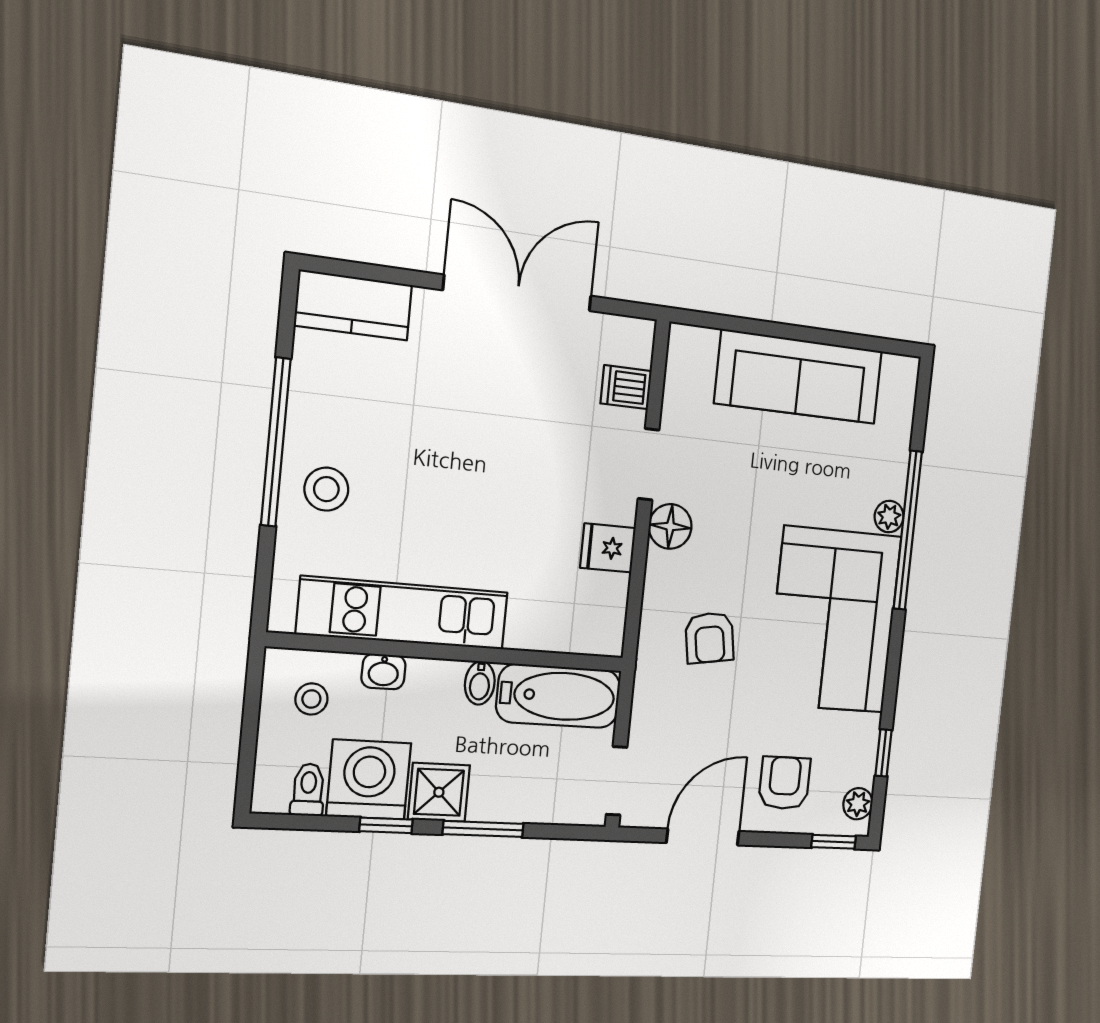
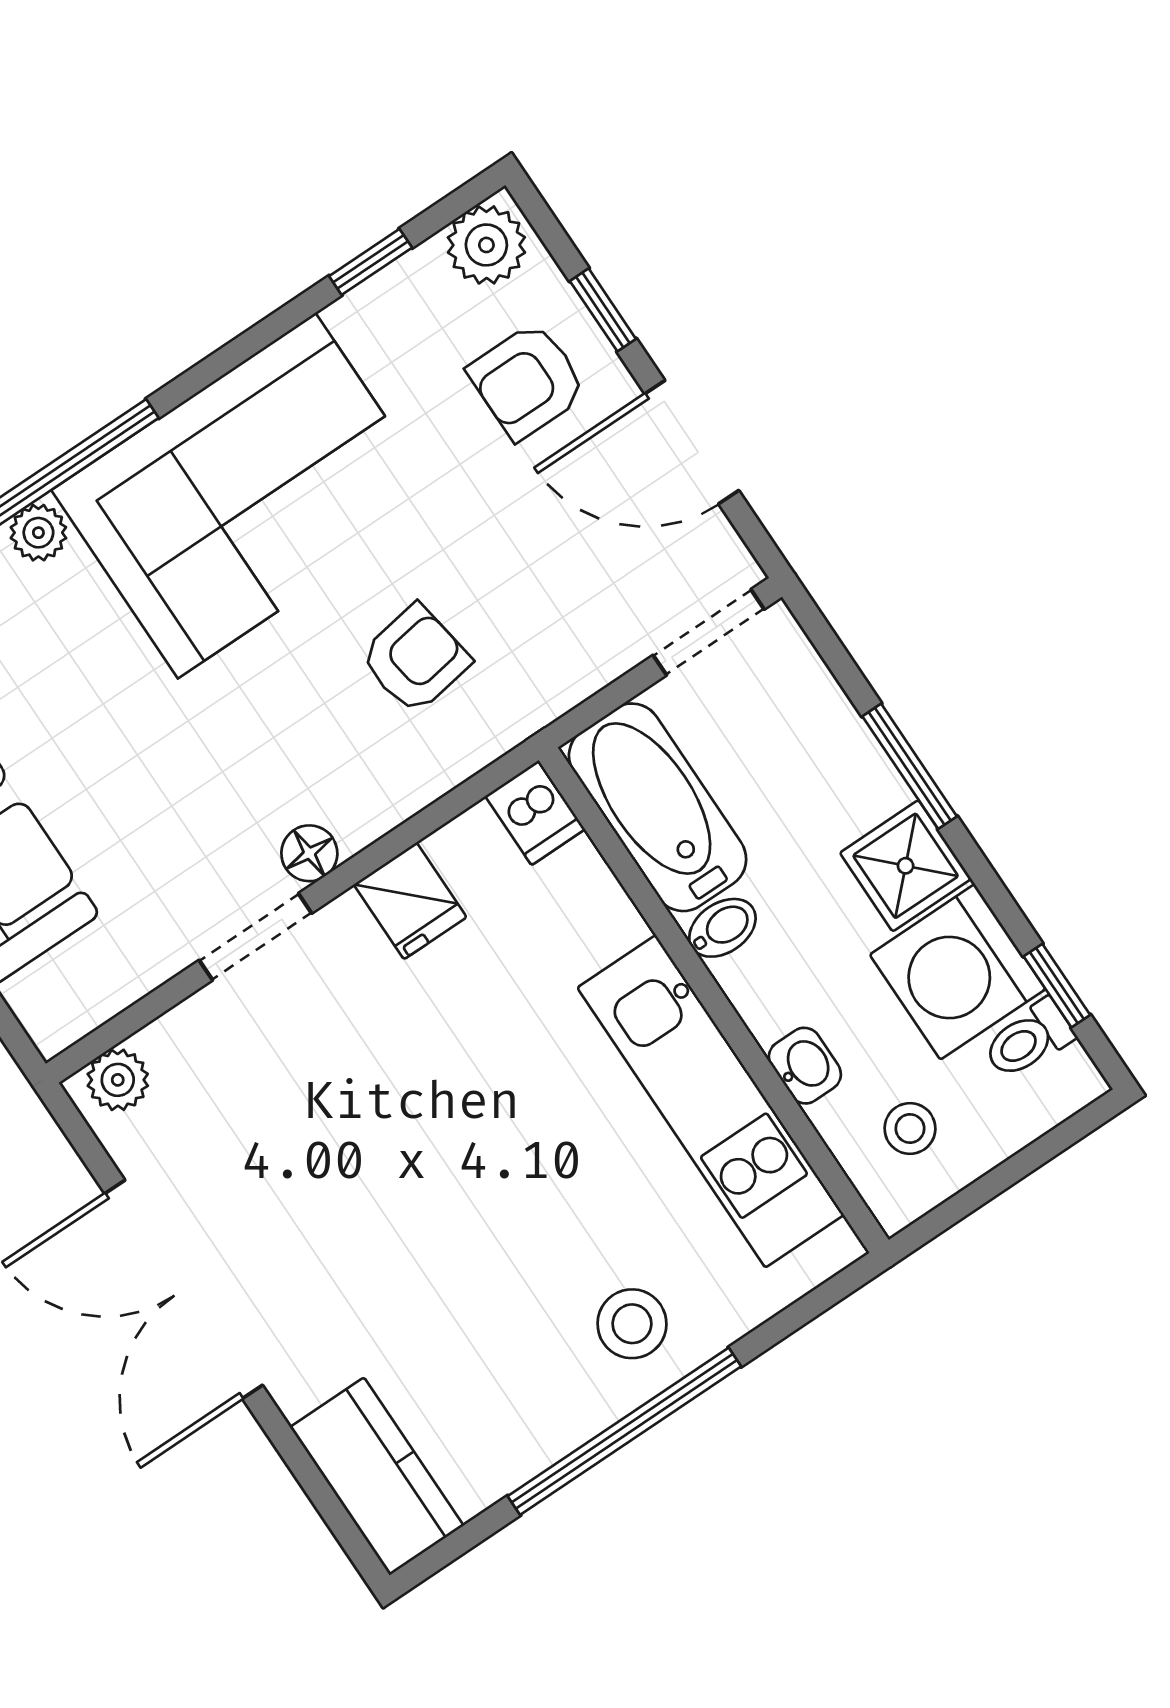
plant: (636, 347) -> (118, 1080), added
dishwasher: (626, 387) -> (535, 813), moved
floor lamp: (670, 526) -> (309, 853), width x0.73, depth x0.73
plant: (858, 804) -> (486, 245), width x1.38, depth x1.38
window: (386, 825) -> (1057, 986), moved
window: (834, 842) -> (603, 310), moved

